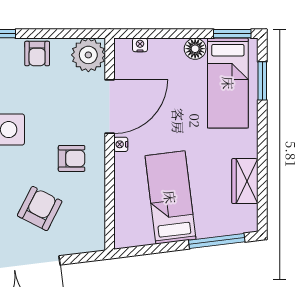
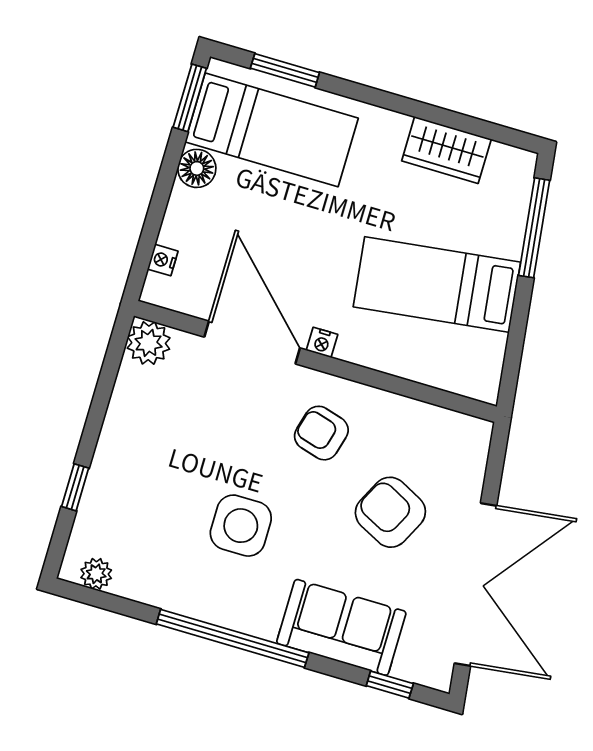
armchair: (37, 54) -> (126, 439), removed
plant: (88, 55) -> (149, 343), width x0.73, depth x0.73
armchair: (72, 158) -> (321, 433), turned -74

